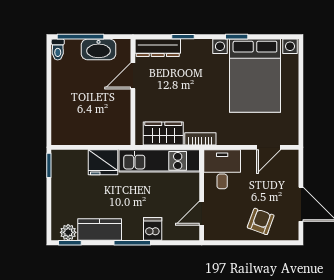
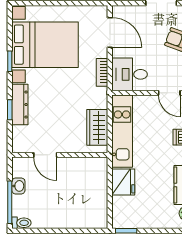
dresser: (158, 48) -> (20, 105), moved
washbasin: (99, 49) -> (18, 186), width x0.52, depth x0.69
bookcase: (200, 139) -> (102, 72), moved
door: (269, 147) -> (110, 32), width x1.37

